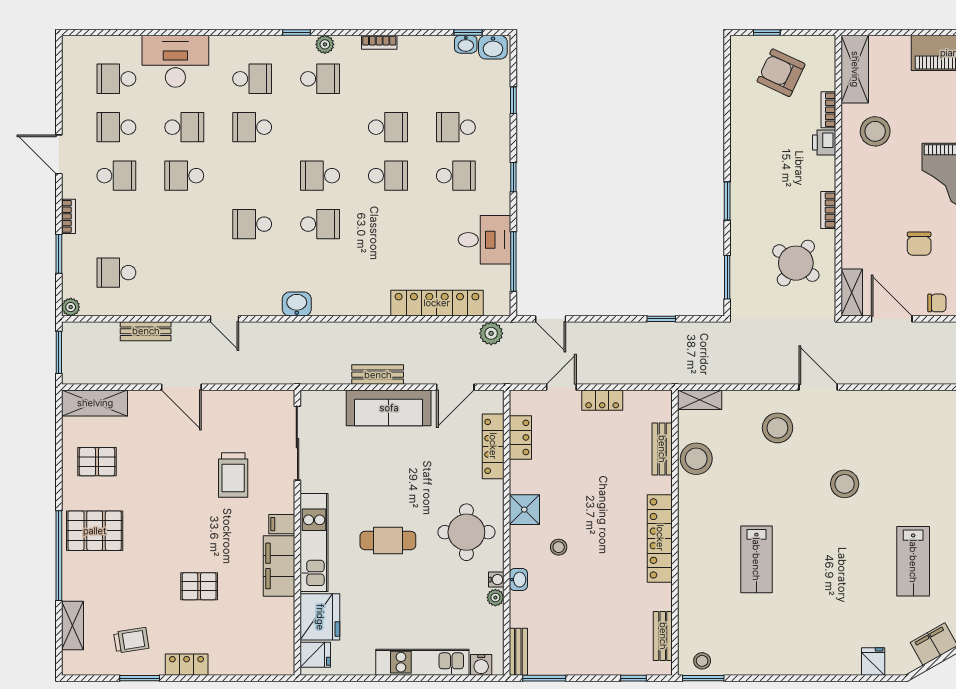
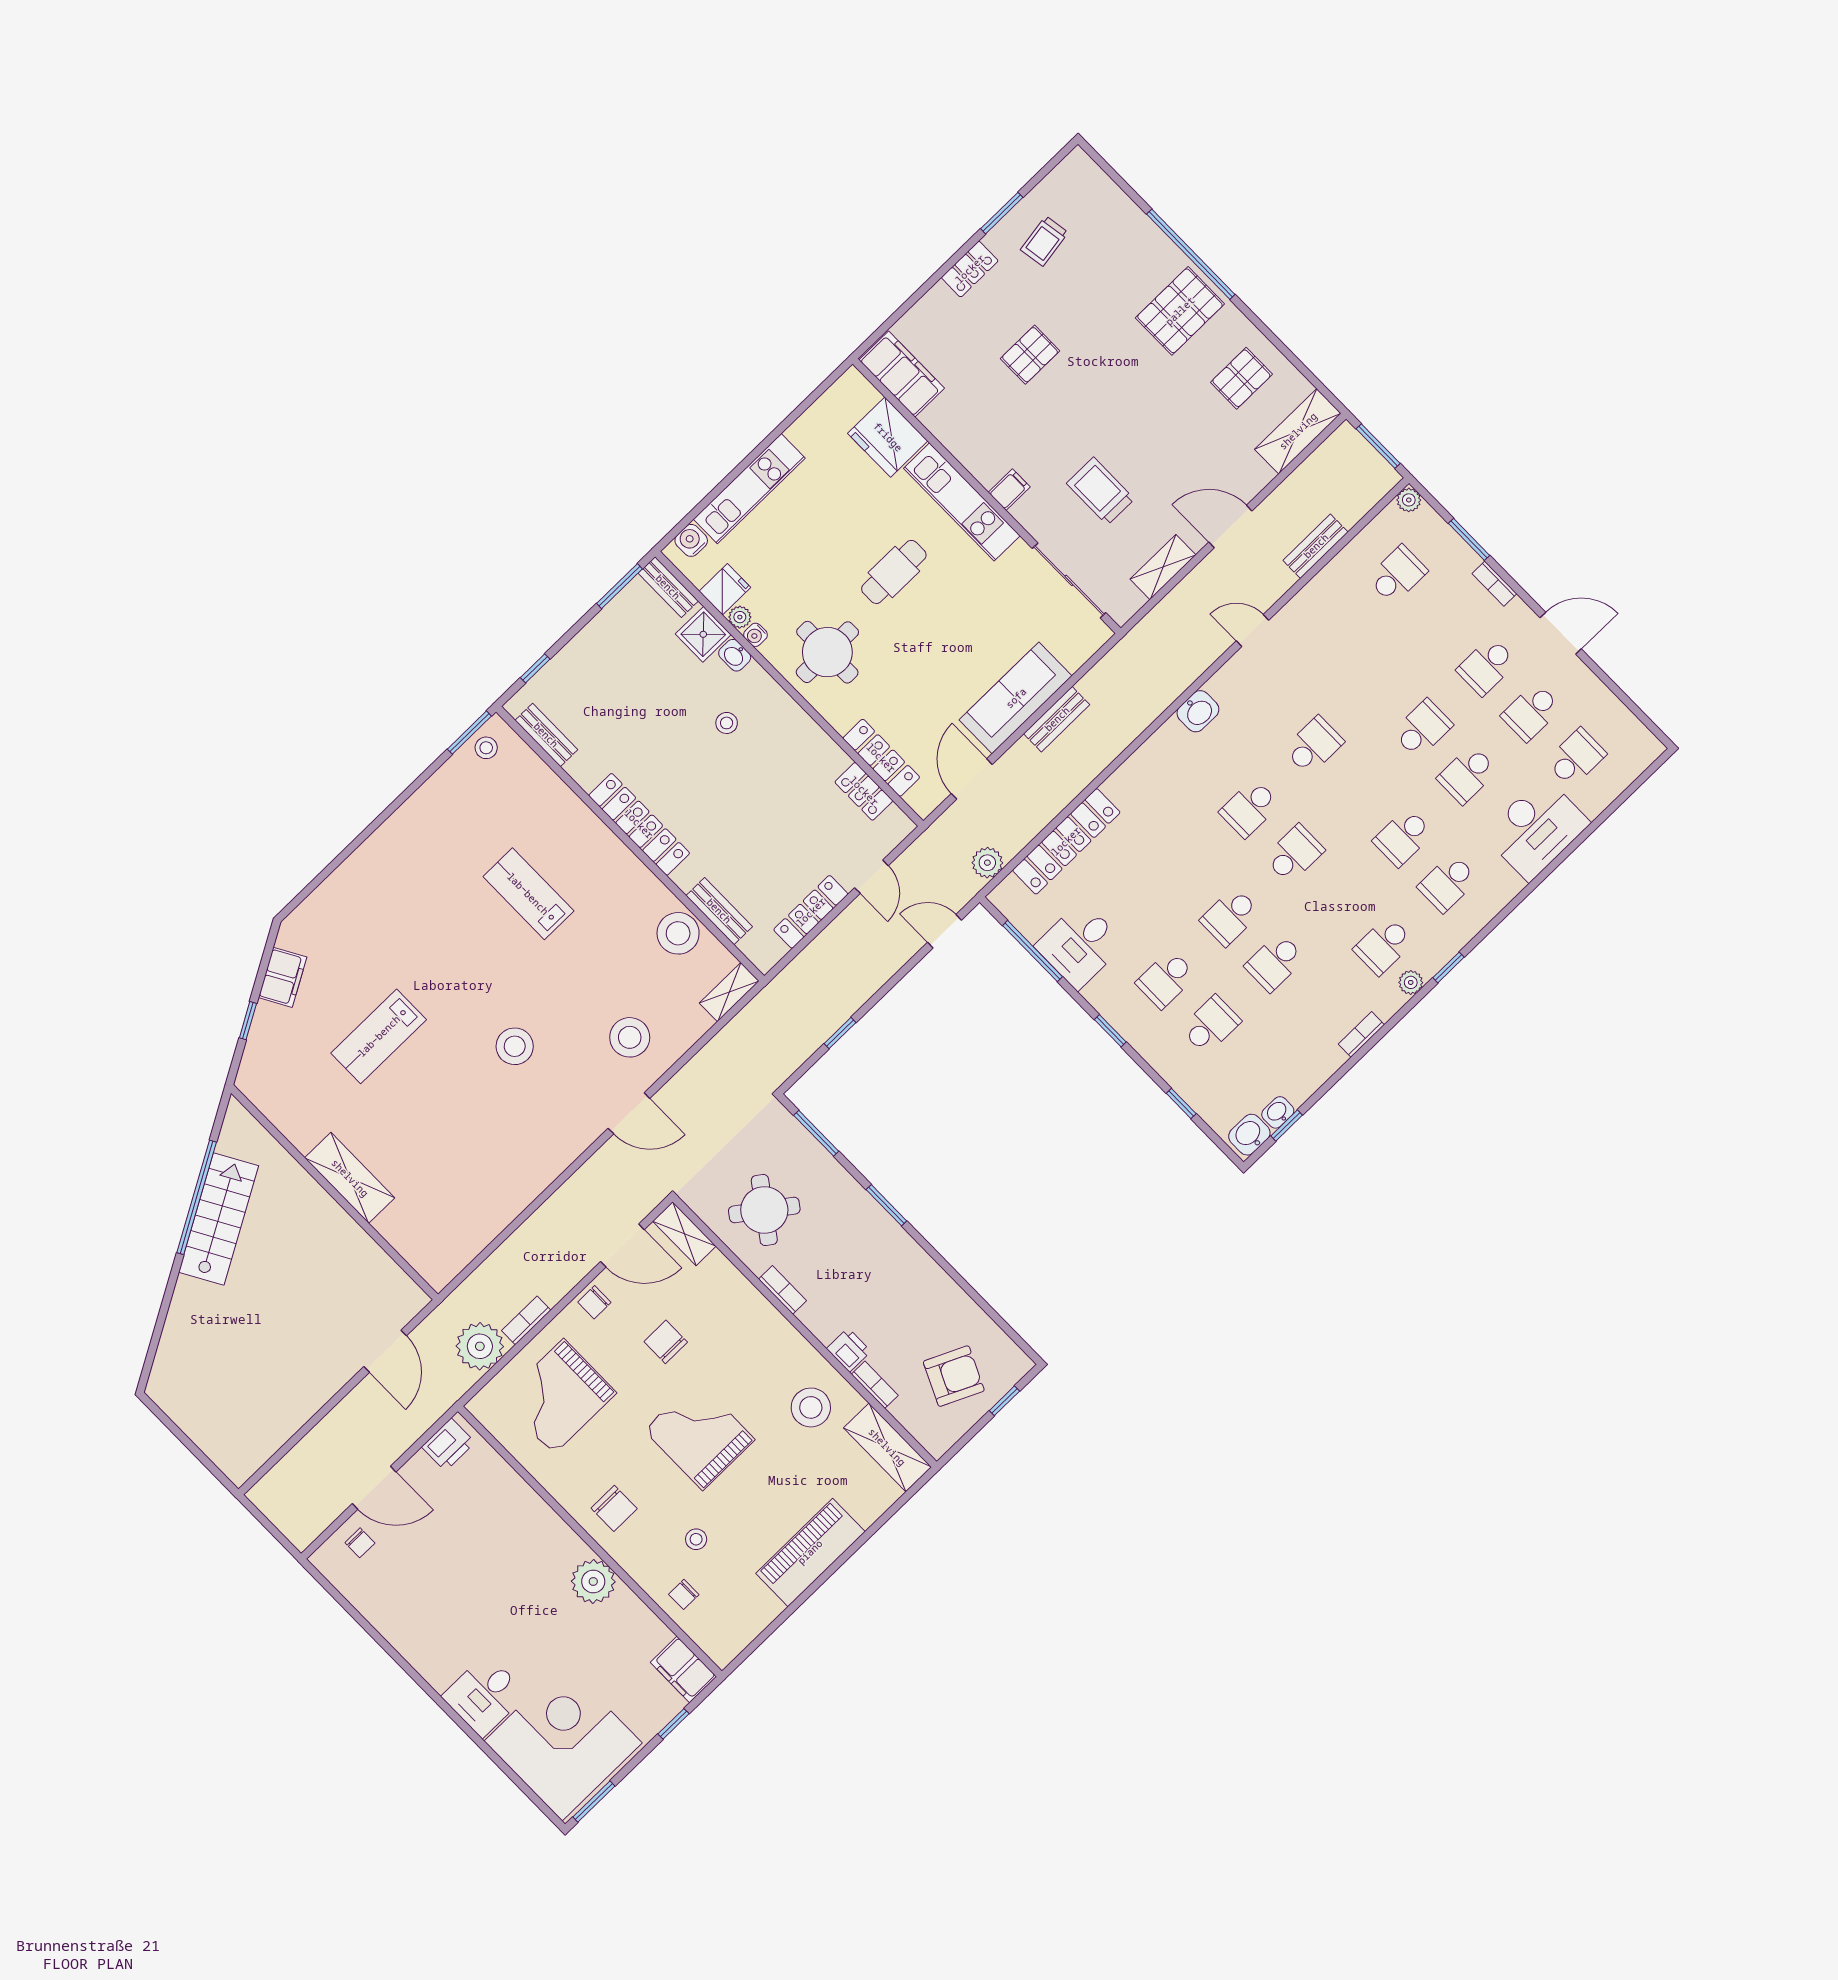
school desk: (116, 127) -> (1531, 712), turned 180
school desk: (252, 127) -> (1403, 837), turned 180
locker: (602, 400) -> (811, 912), width x1.53
shower: (524, 510) -> (703, 634), moved
lab bench: (913, 561) -> (379, 1036), turned -90
filing cabinet: (279, 566) -> (902, 374), moved
shelving: (72, 625) -> (1163, 567), moved, turned 90
fridge: (315, 655) -> (725, 589), moved, turned 180
fridge: (873, 661) -> (324, 905), removed

